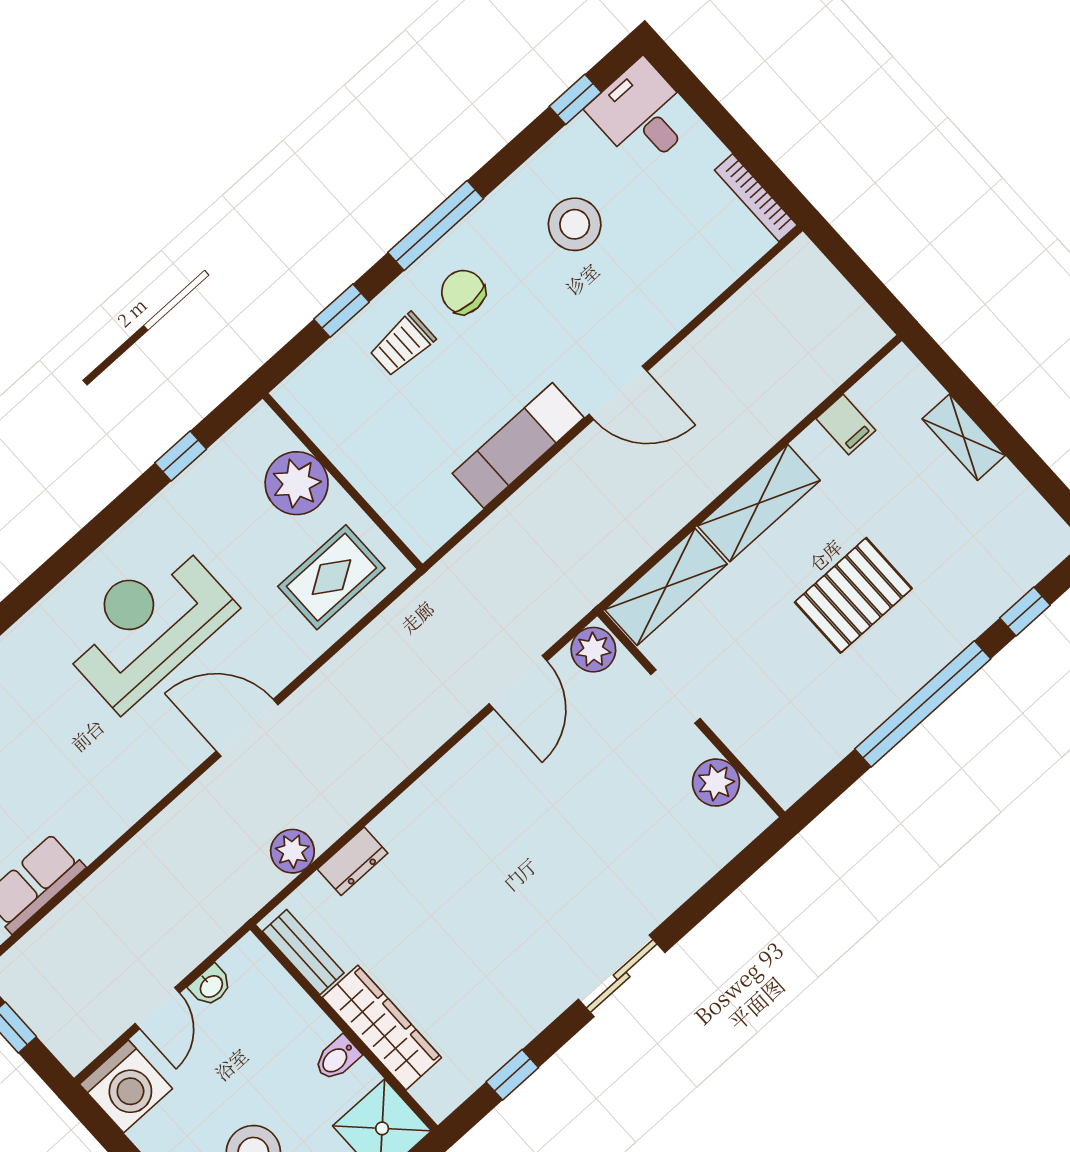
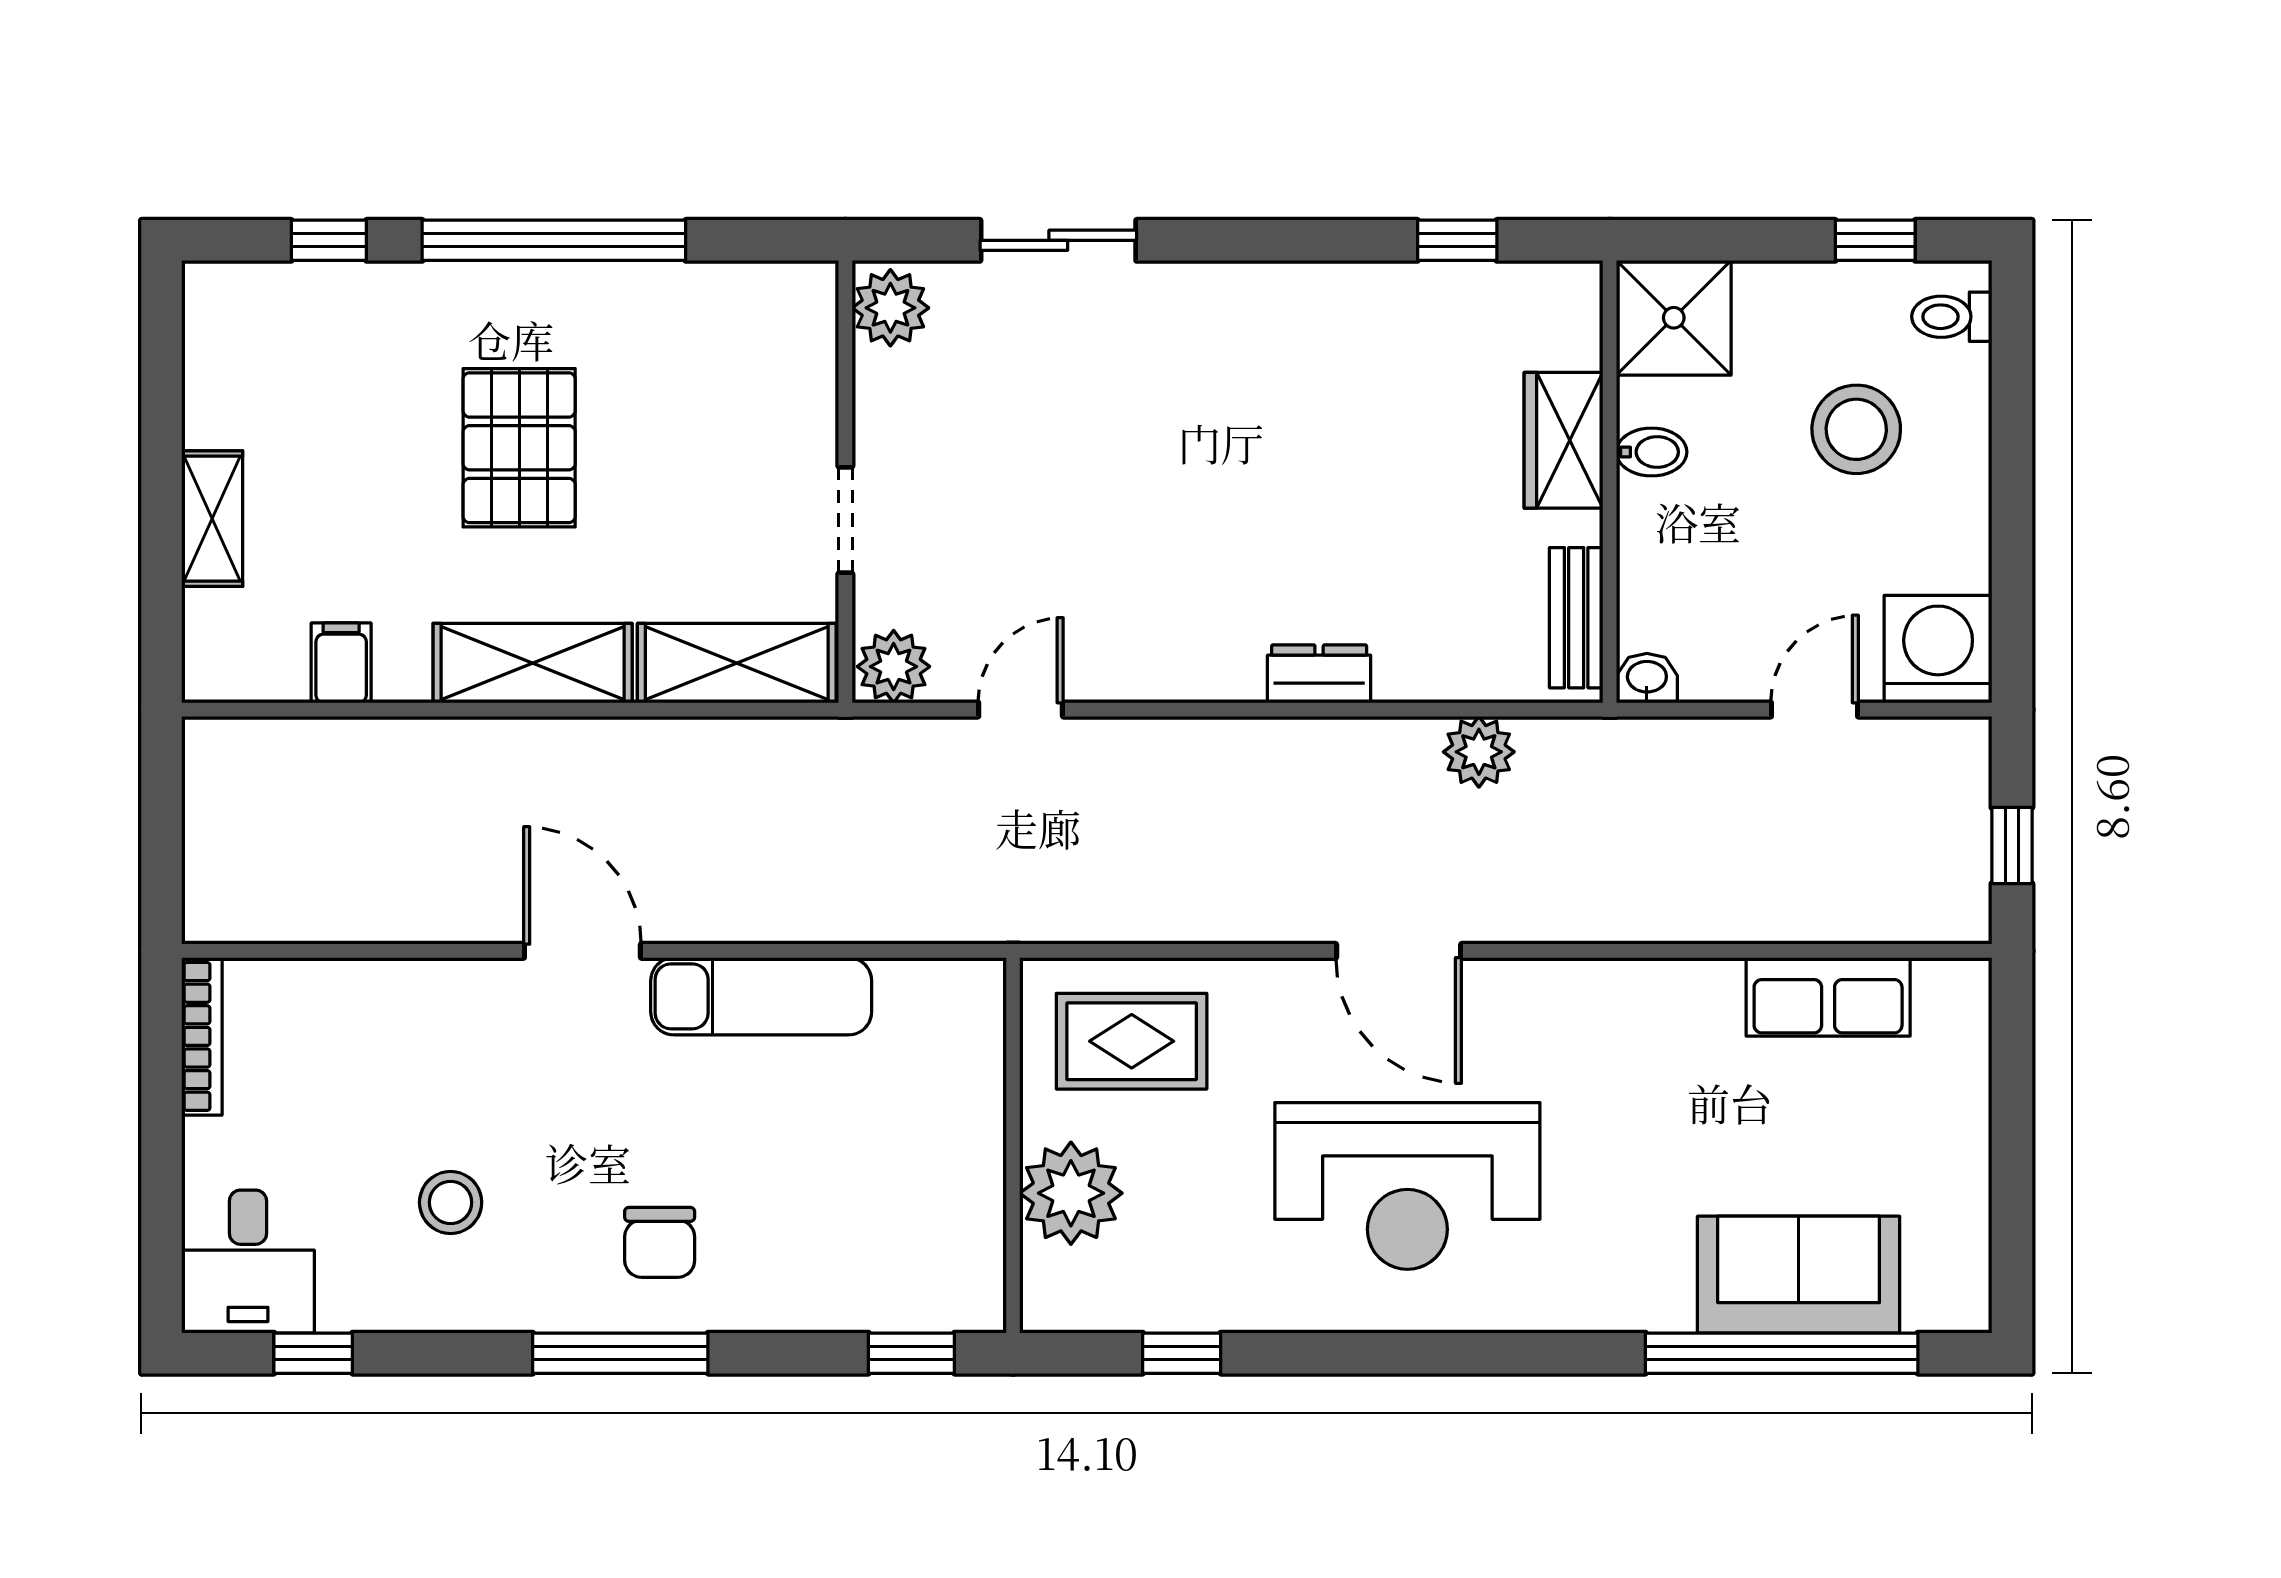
stool: (575, 224) -> (451, 1202), width x0.73, depth x0.73
window: (342, 311) -> (911, 1353), moved
trolley: (402, 344) -> (791, 1246), removed
pallet: (853, 595) -> (519, 448), turned 90
door: (518, 682) -> (1021, 710), width x0.73
plant: (716, 783) -> (890, 308), moved
dresser: (353, 861) -> (1319, 674), moved
sliding door: (622, 976) -> (1058, 240), moved
washbasin: (211, 986) -> (1647, 678), moved
wardrobe: (382, 1028) -> (1564, 440), width x0.67

